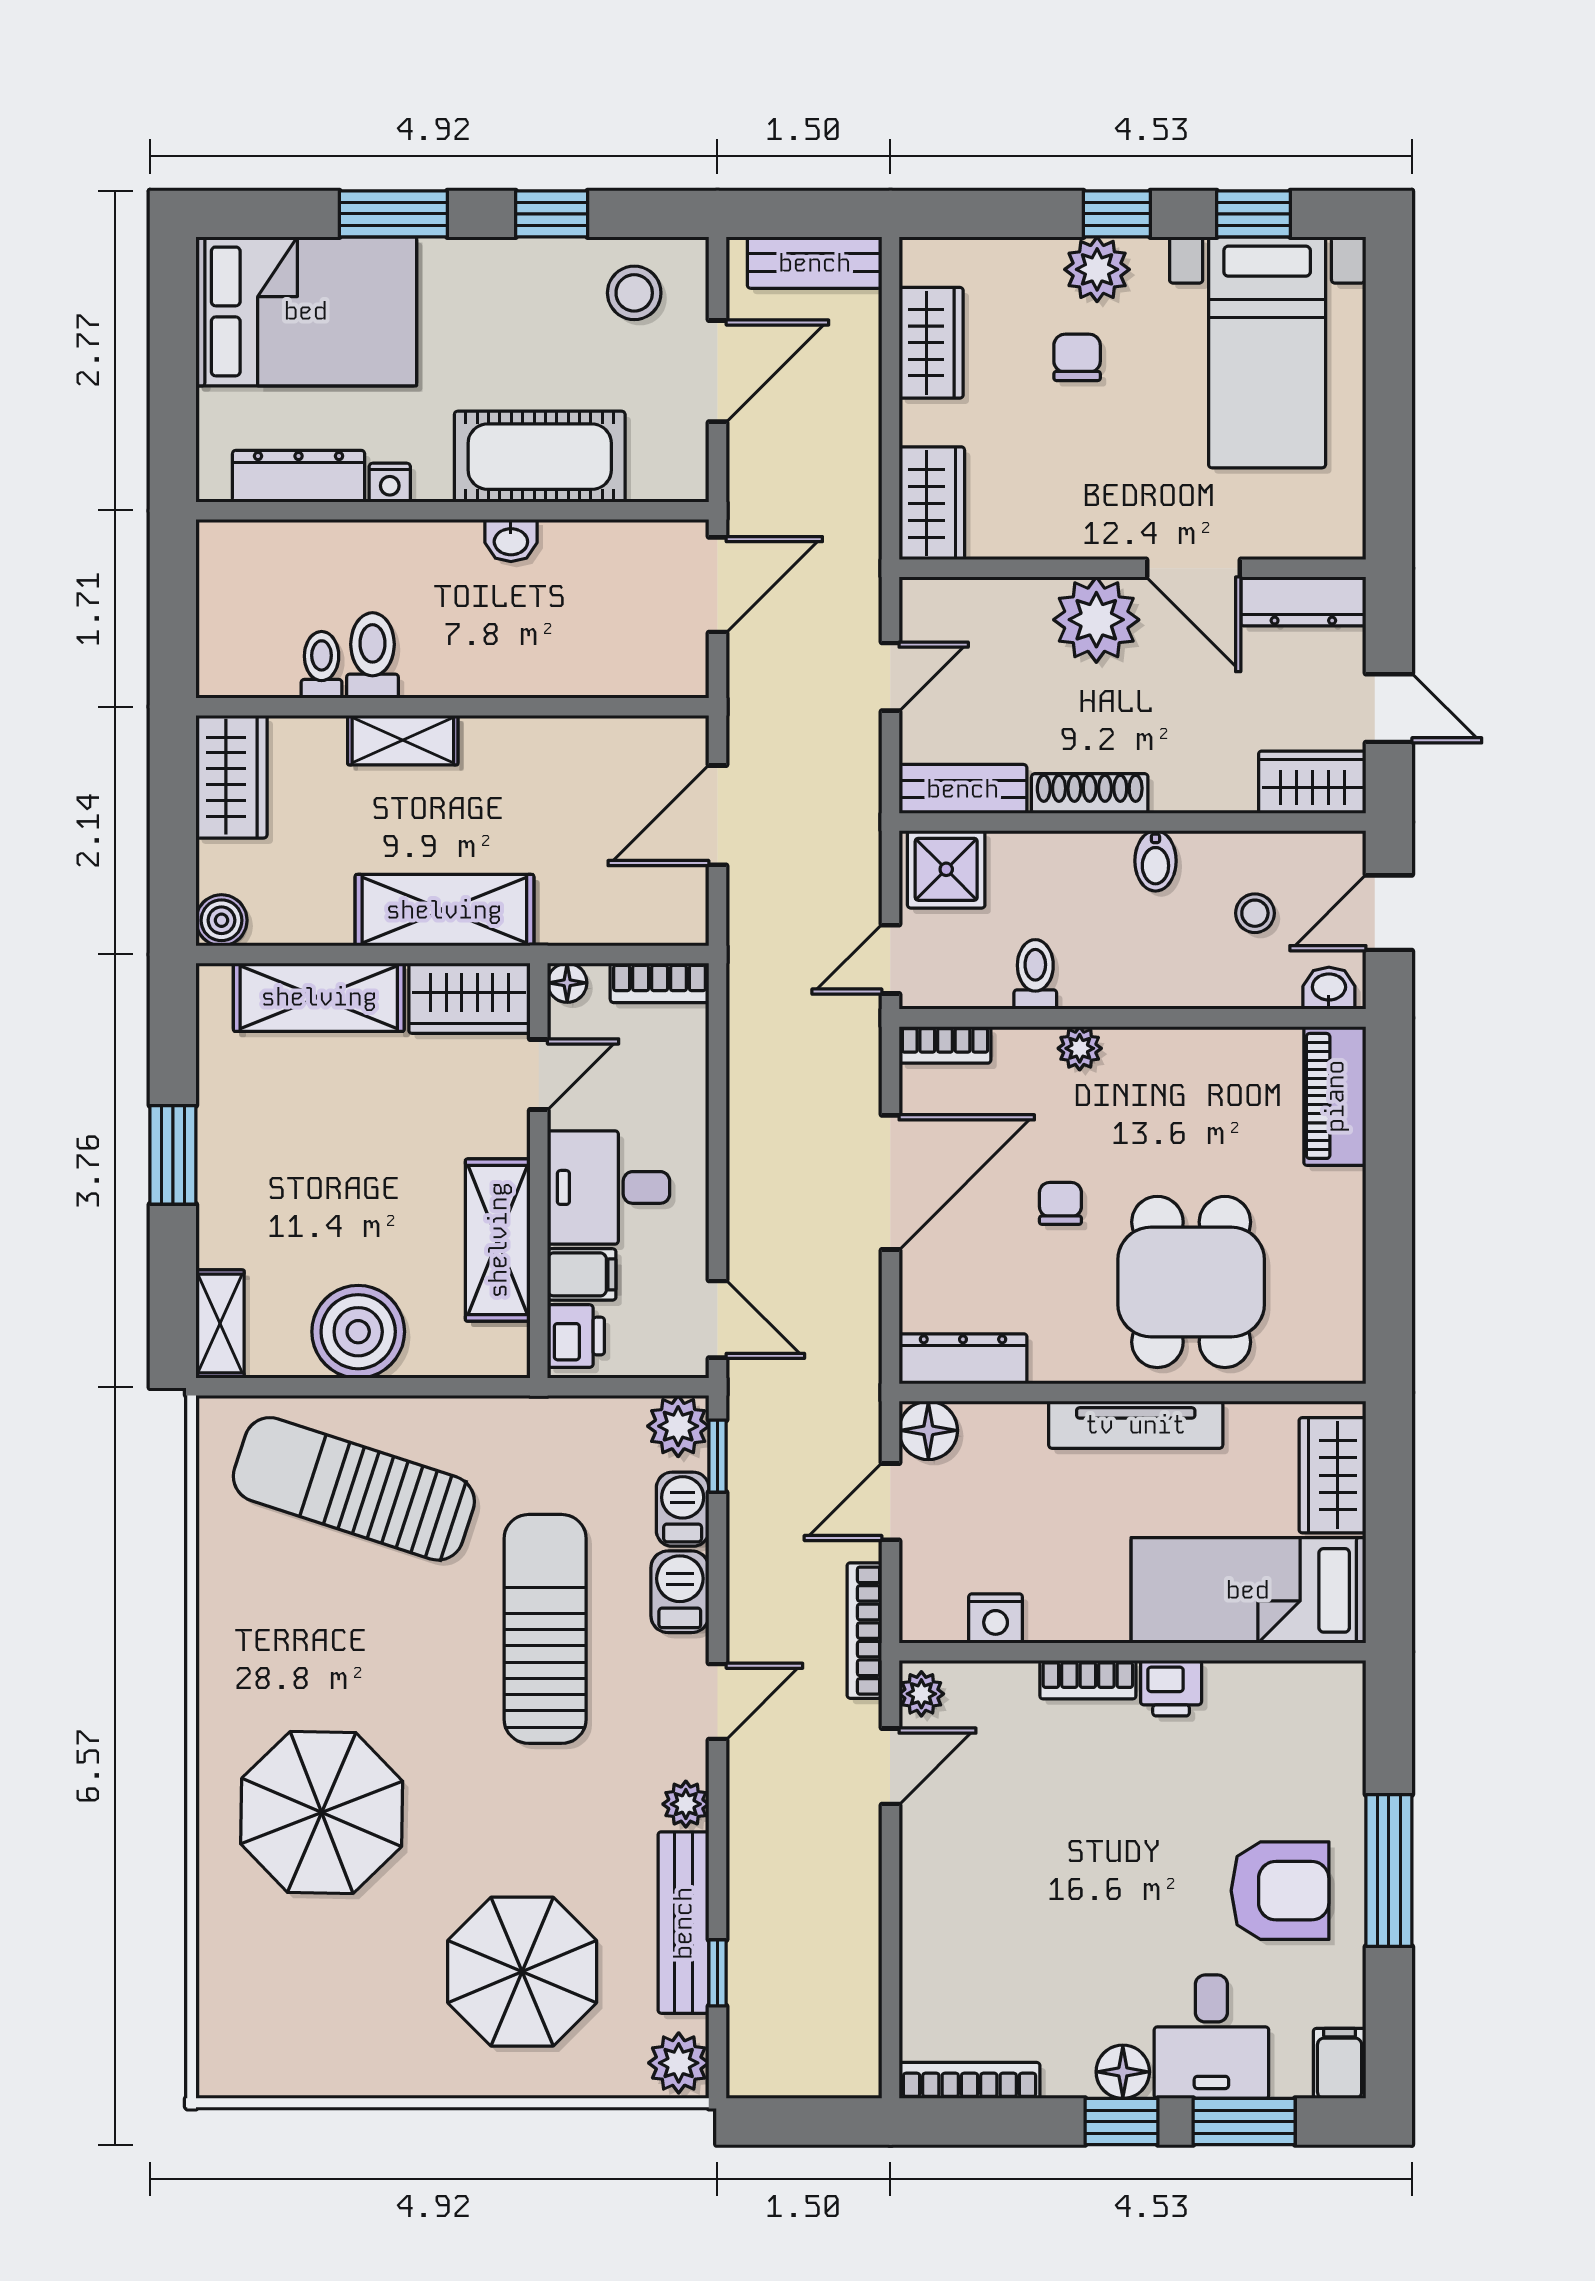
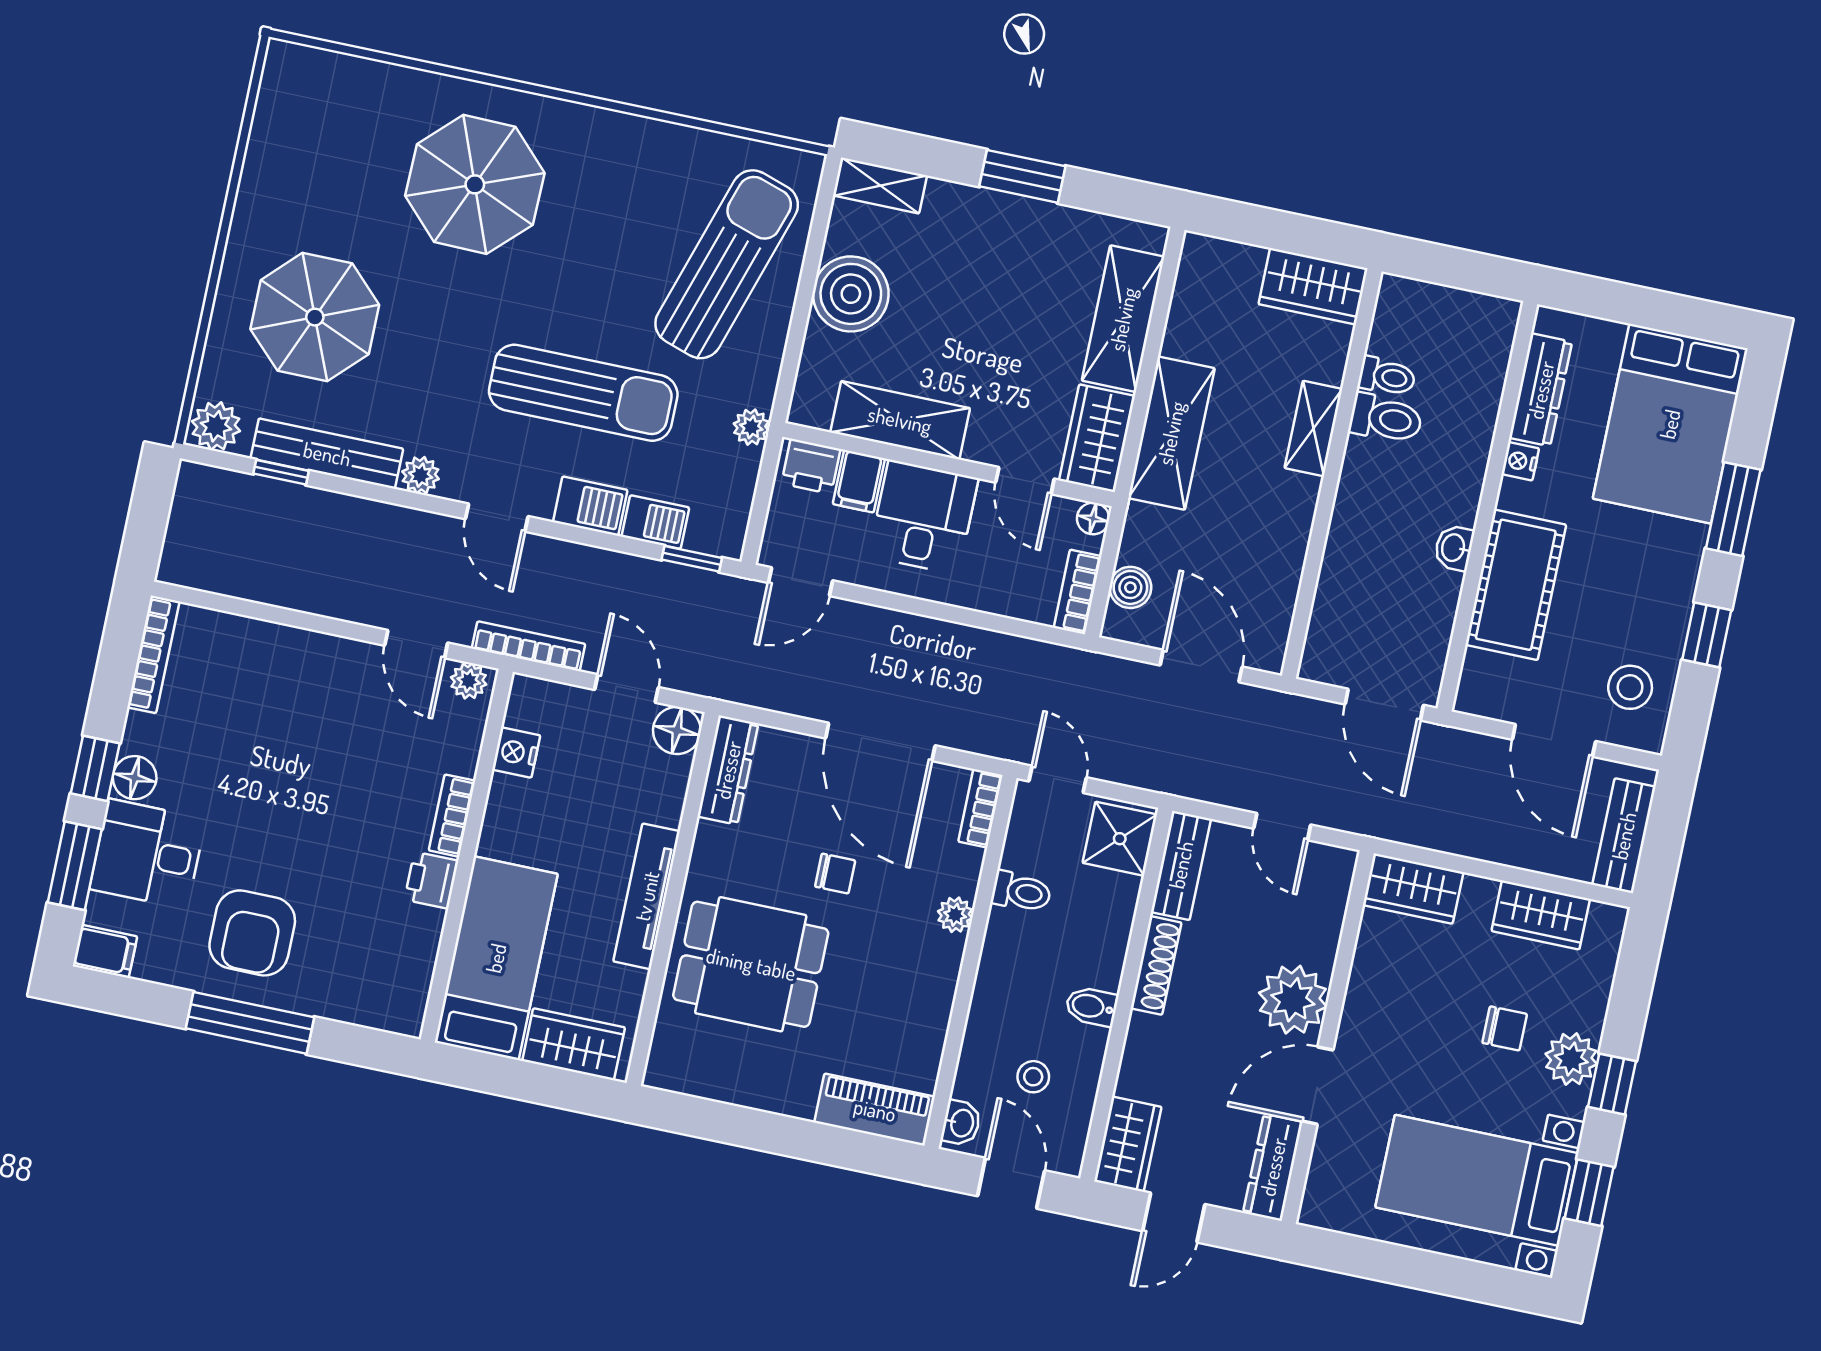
boiler: (221, 920) -> (1130, 587), moved
plant: (678, 1426) -> (751, 427), moved, width x0.73, depth x0.73

